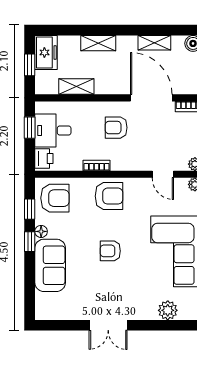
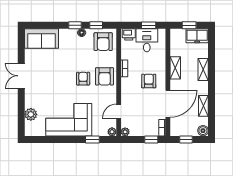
shelving: (76, 87) -> (175, 68), moved
armchair: (110, 251) -> (83, 79), moved
sofa: (50, 265) -> (41, 38), moved

